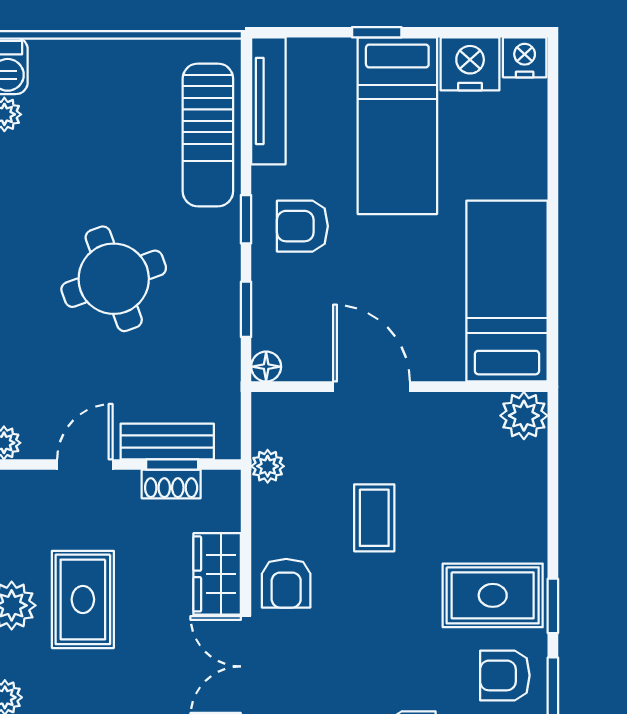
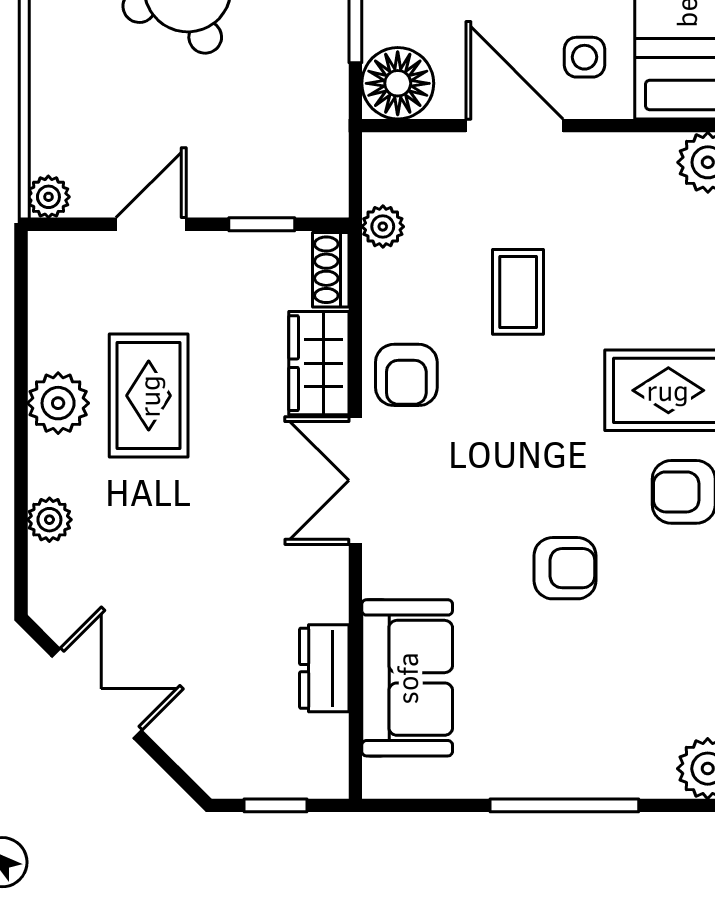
side table: (427, 333) -> (584, 57), added
floor lamp: (266, 367) -> (398, 83), width x1.89, depth x1.89
bench: (167, 441) -> (256, 195), removed
shoe rack: (171, 484) -> (331, 270), moved, turned 90

